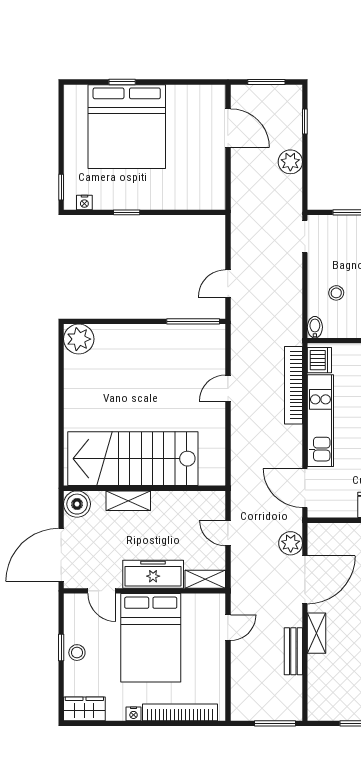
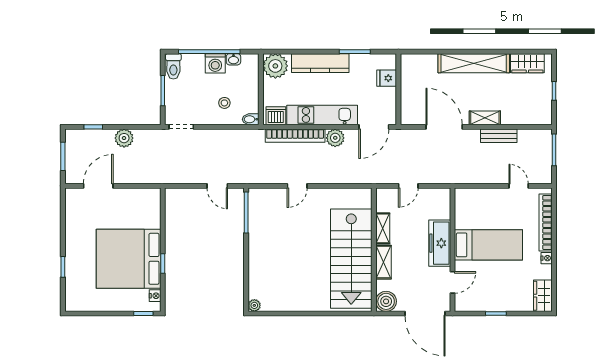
bed: (127, 127) -> (129, 259), moved, turned 180
plant: (79, 339) -> (254, 305), width x0.53, depth x0.53
door: (228, 388) -> (297, 186), hinge flipped
plant: (291, 543) -> (335, 138), moved
shelving: (205, 579) -> (383, 228), moved
door: (228, 628) -> (519, 186), moved
bed: (151, 638) -> (488, 245), width x0.67
stool: (77, 653) -> (500, 301), removed

